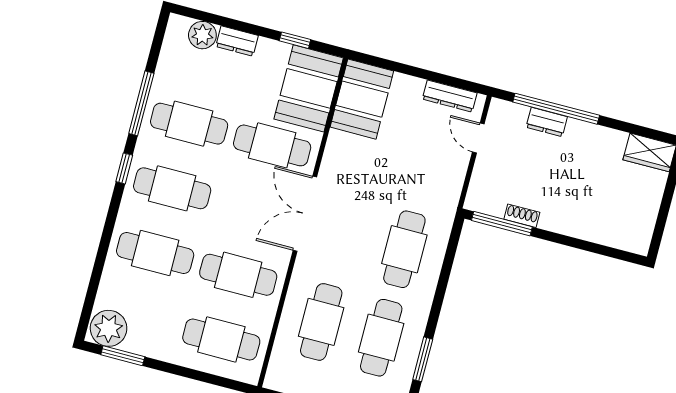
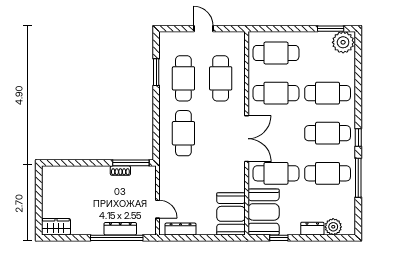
dresser: (547, 122) -> (120, 229), width x1.44

